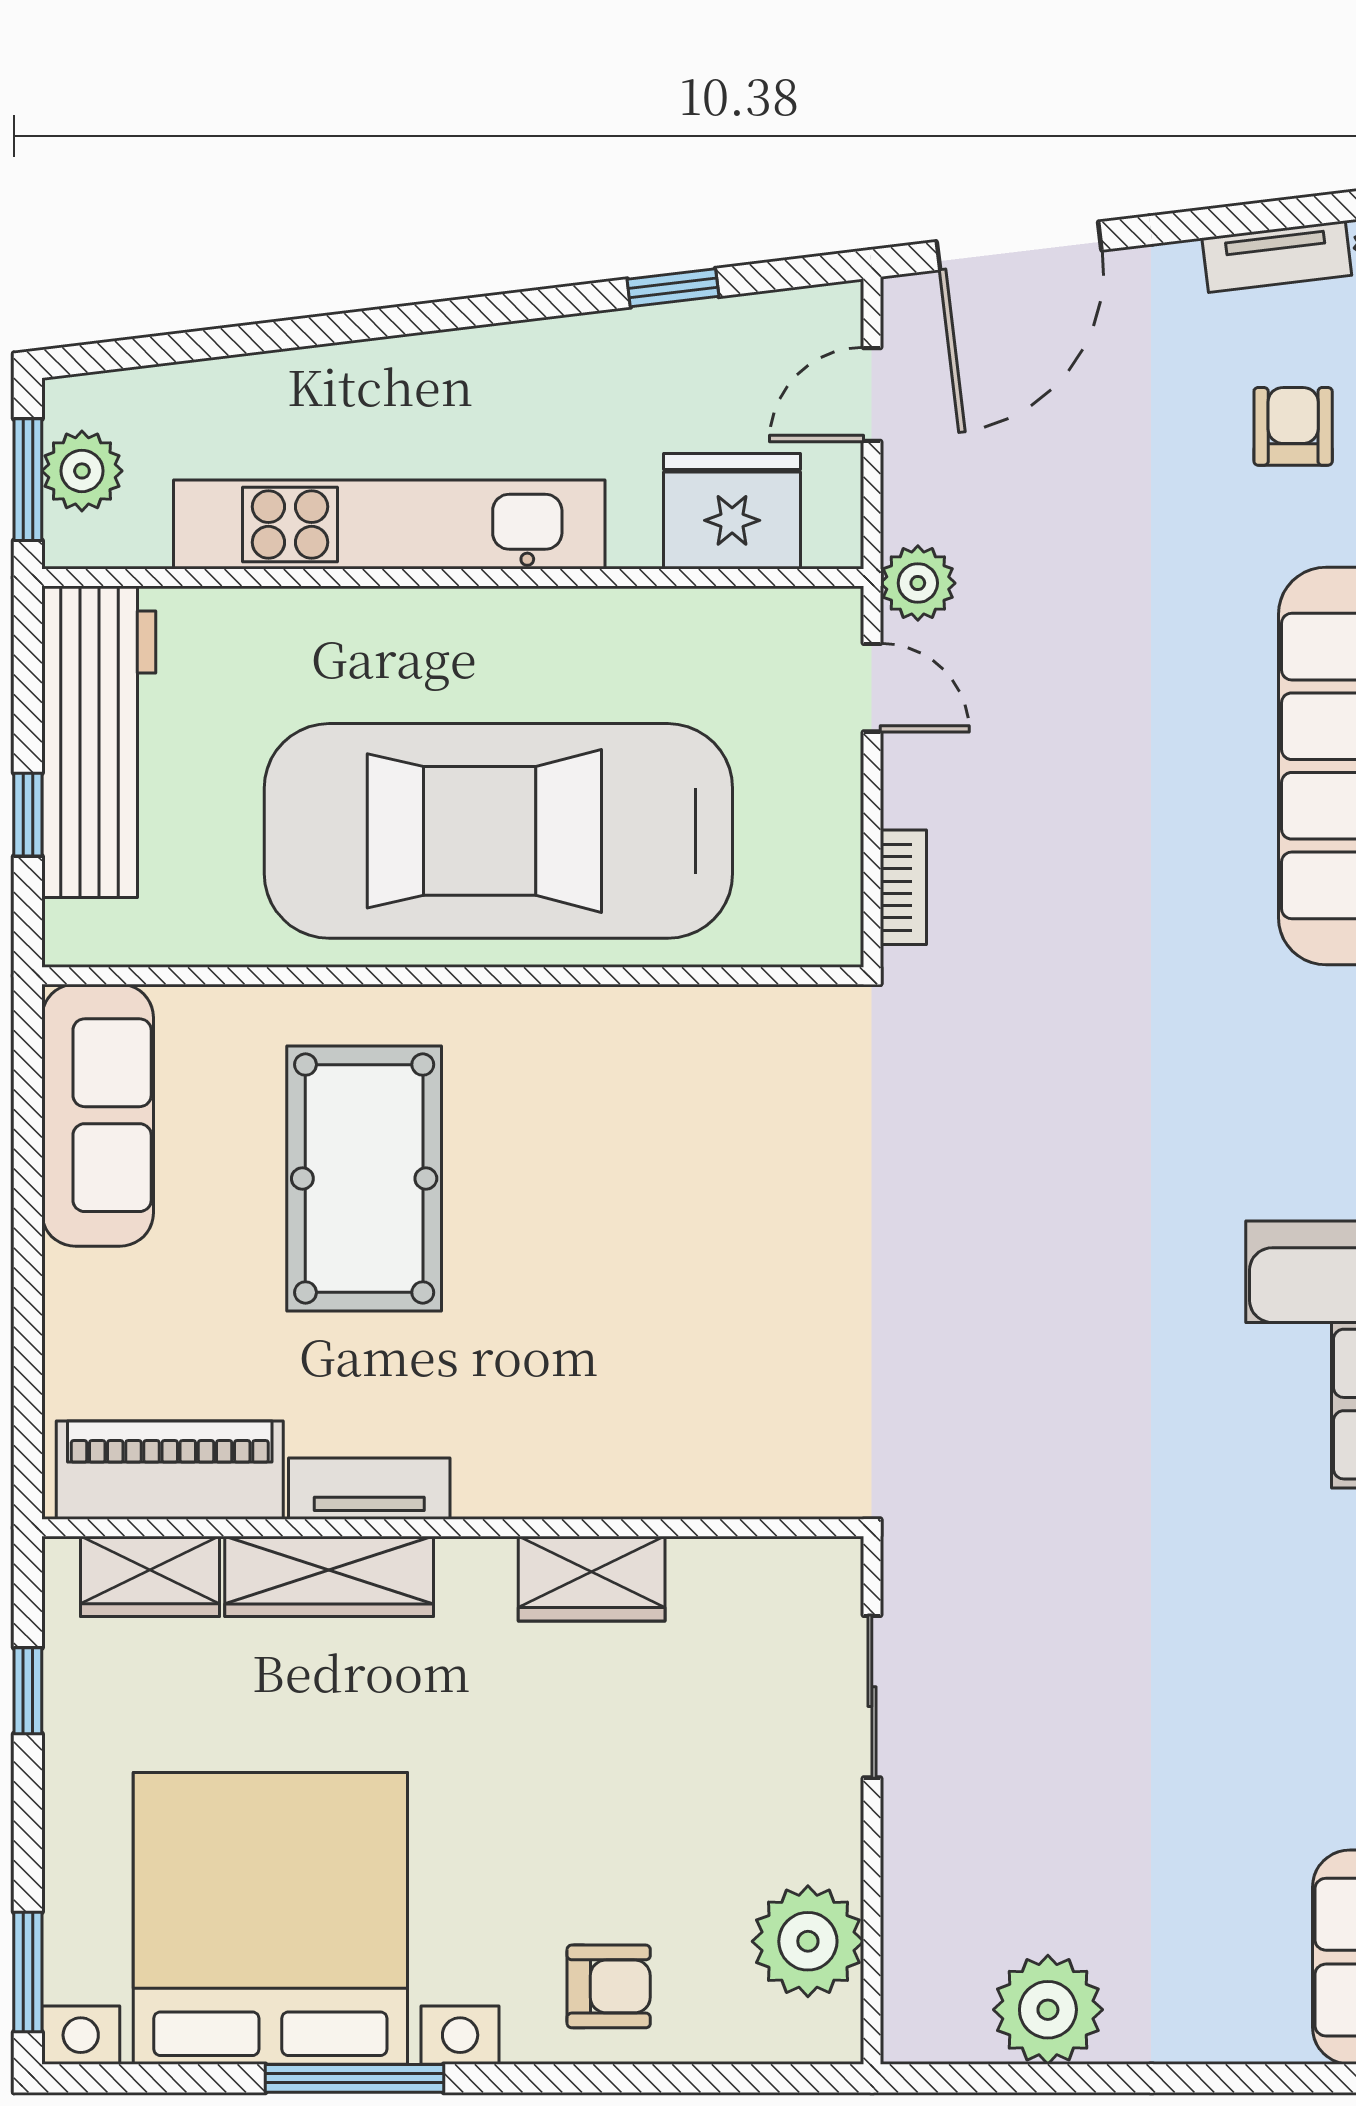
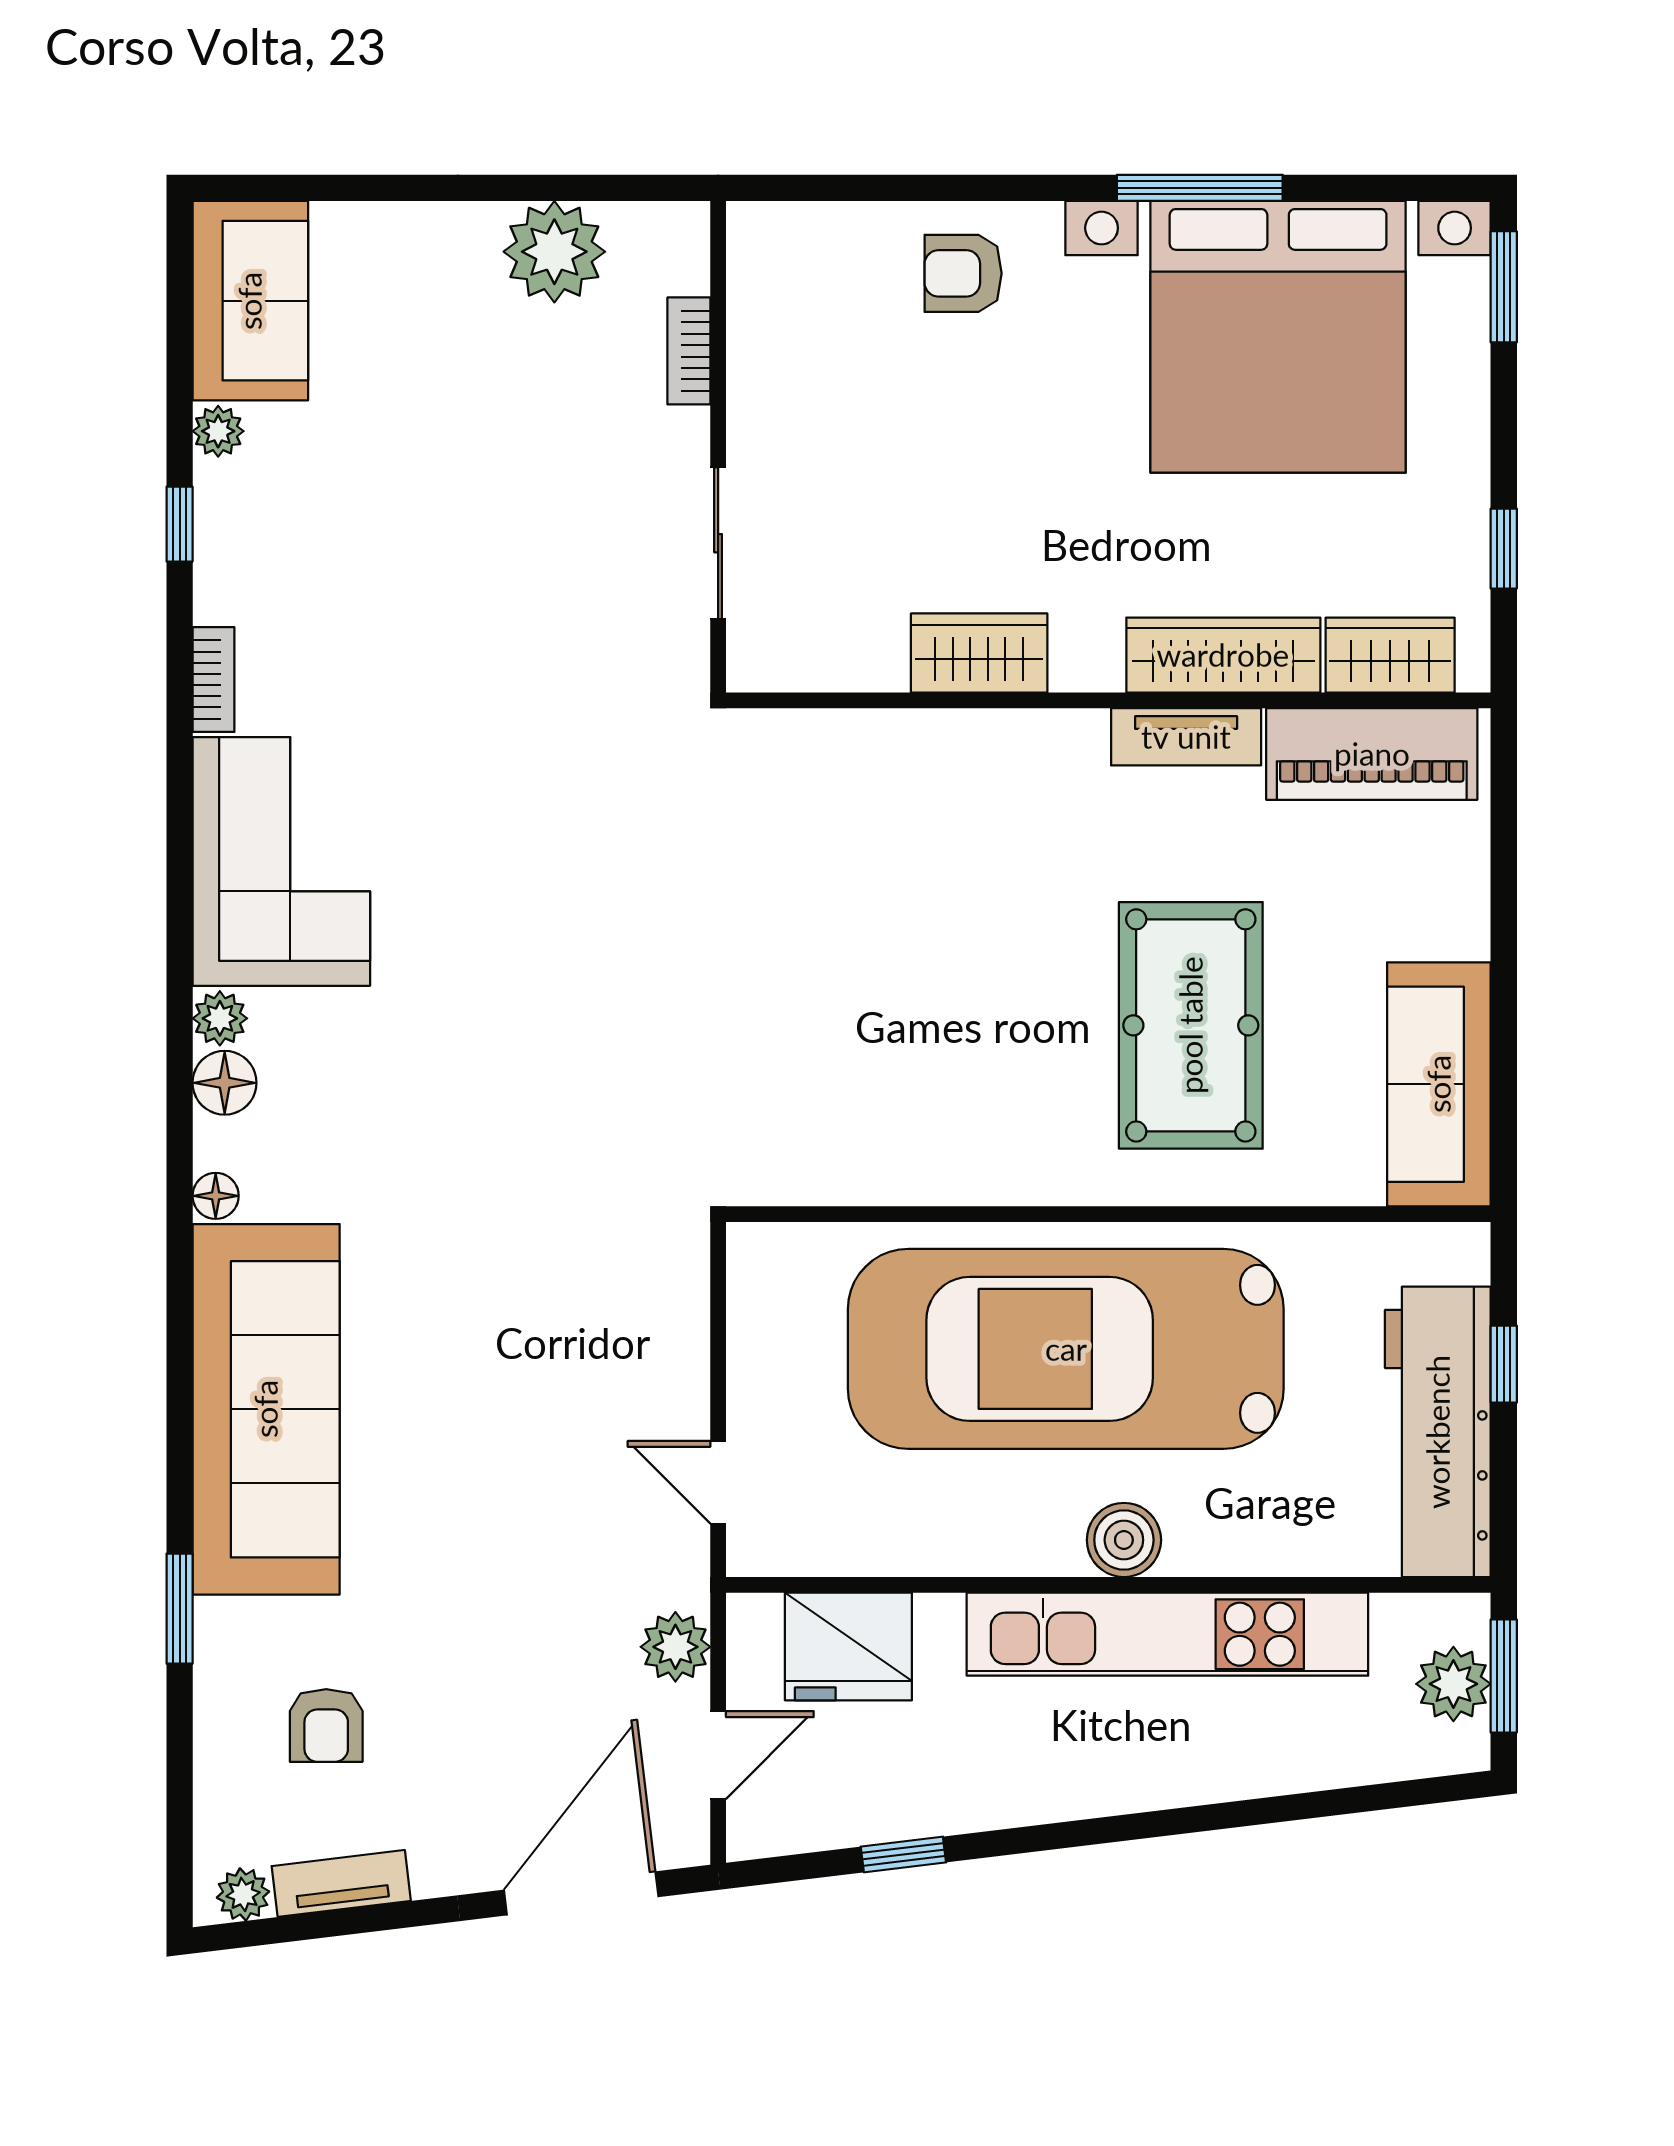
plant: (918, 583) -> (675, 1647), moved
boiler: (436, 626) -> (1124, 1540), added
car: (498, 831) -> (1066, 1349), turned 180
bookcase: (903, 887) -> (689, 351), moved
plant: (808, 1941) -> (778, 315), removed

